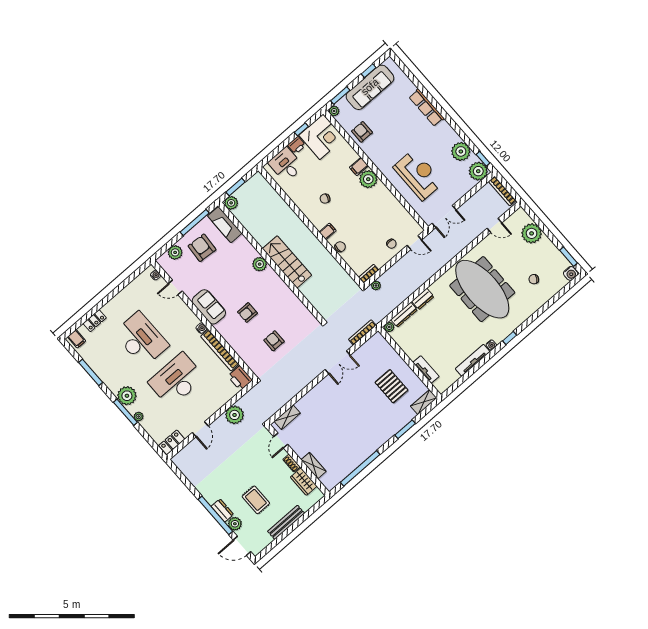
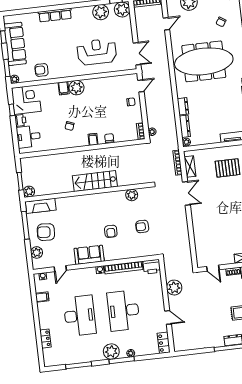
plant: (260, 264) -> (132, 195), moved
filing cabinet: (77, 339) -> (42, 297), moved
desk: (141, 339) -> (80, 316), turned 90
shelving: (287, 417) -> (190, 167), moved

